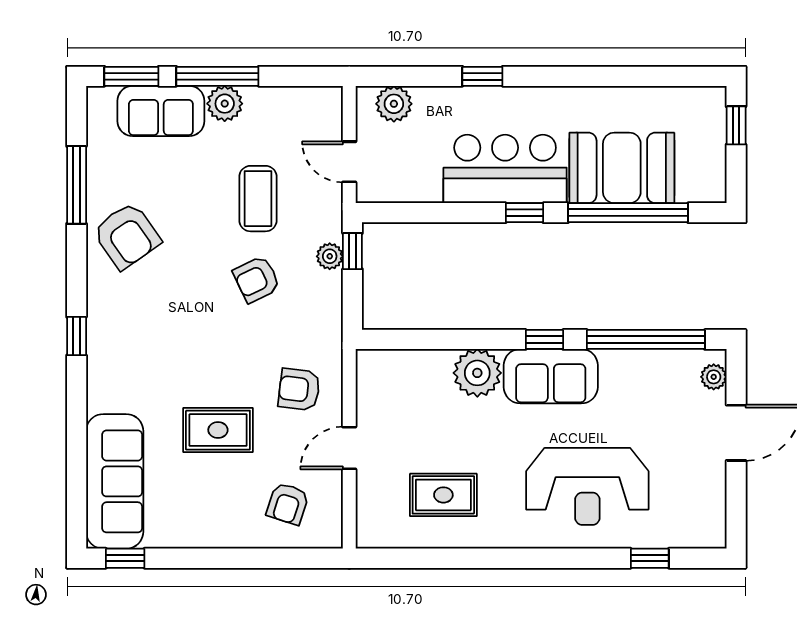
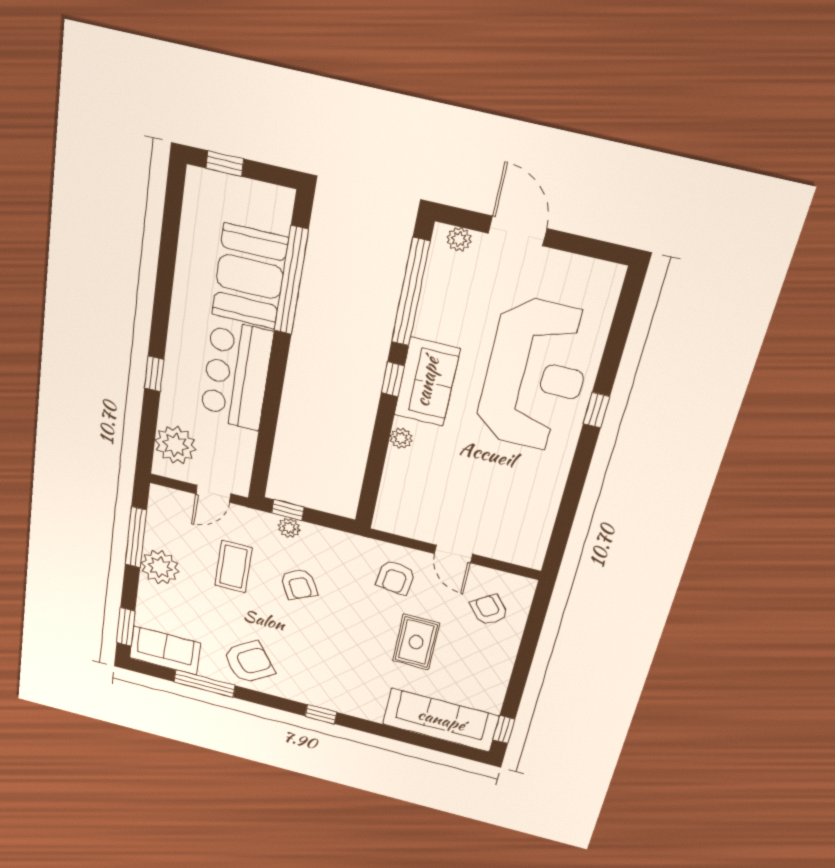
window: (217, 76) -> (136, 537), moved
plant: (225, 104) -> (160, 567), width x1.36, depth x1.36
plant: (394, 104) -> (175, 445), width x1.36, depth x1.36
sofa: (161, 111) -> (165, 651), moved, turned -90
coffee table: (258, 199) -> (233, 567), turned 90
window: (525, 213) -> (277, 368), removed
plant: (477, 373) -> (401, 438), width x0.53, depth x0.53
reception desk: (587, 486) -> (535, 375), width x1.36, depth x1.30
rug: (443, 495) -> (512, 494), removed
armchair: (288, 504) -> (489, 610), turned -145
window: (650, 558) -> (596, 410), moved

